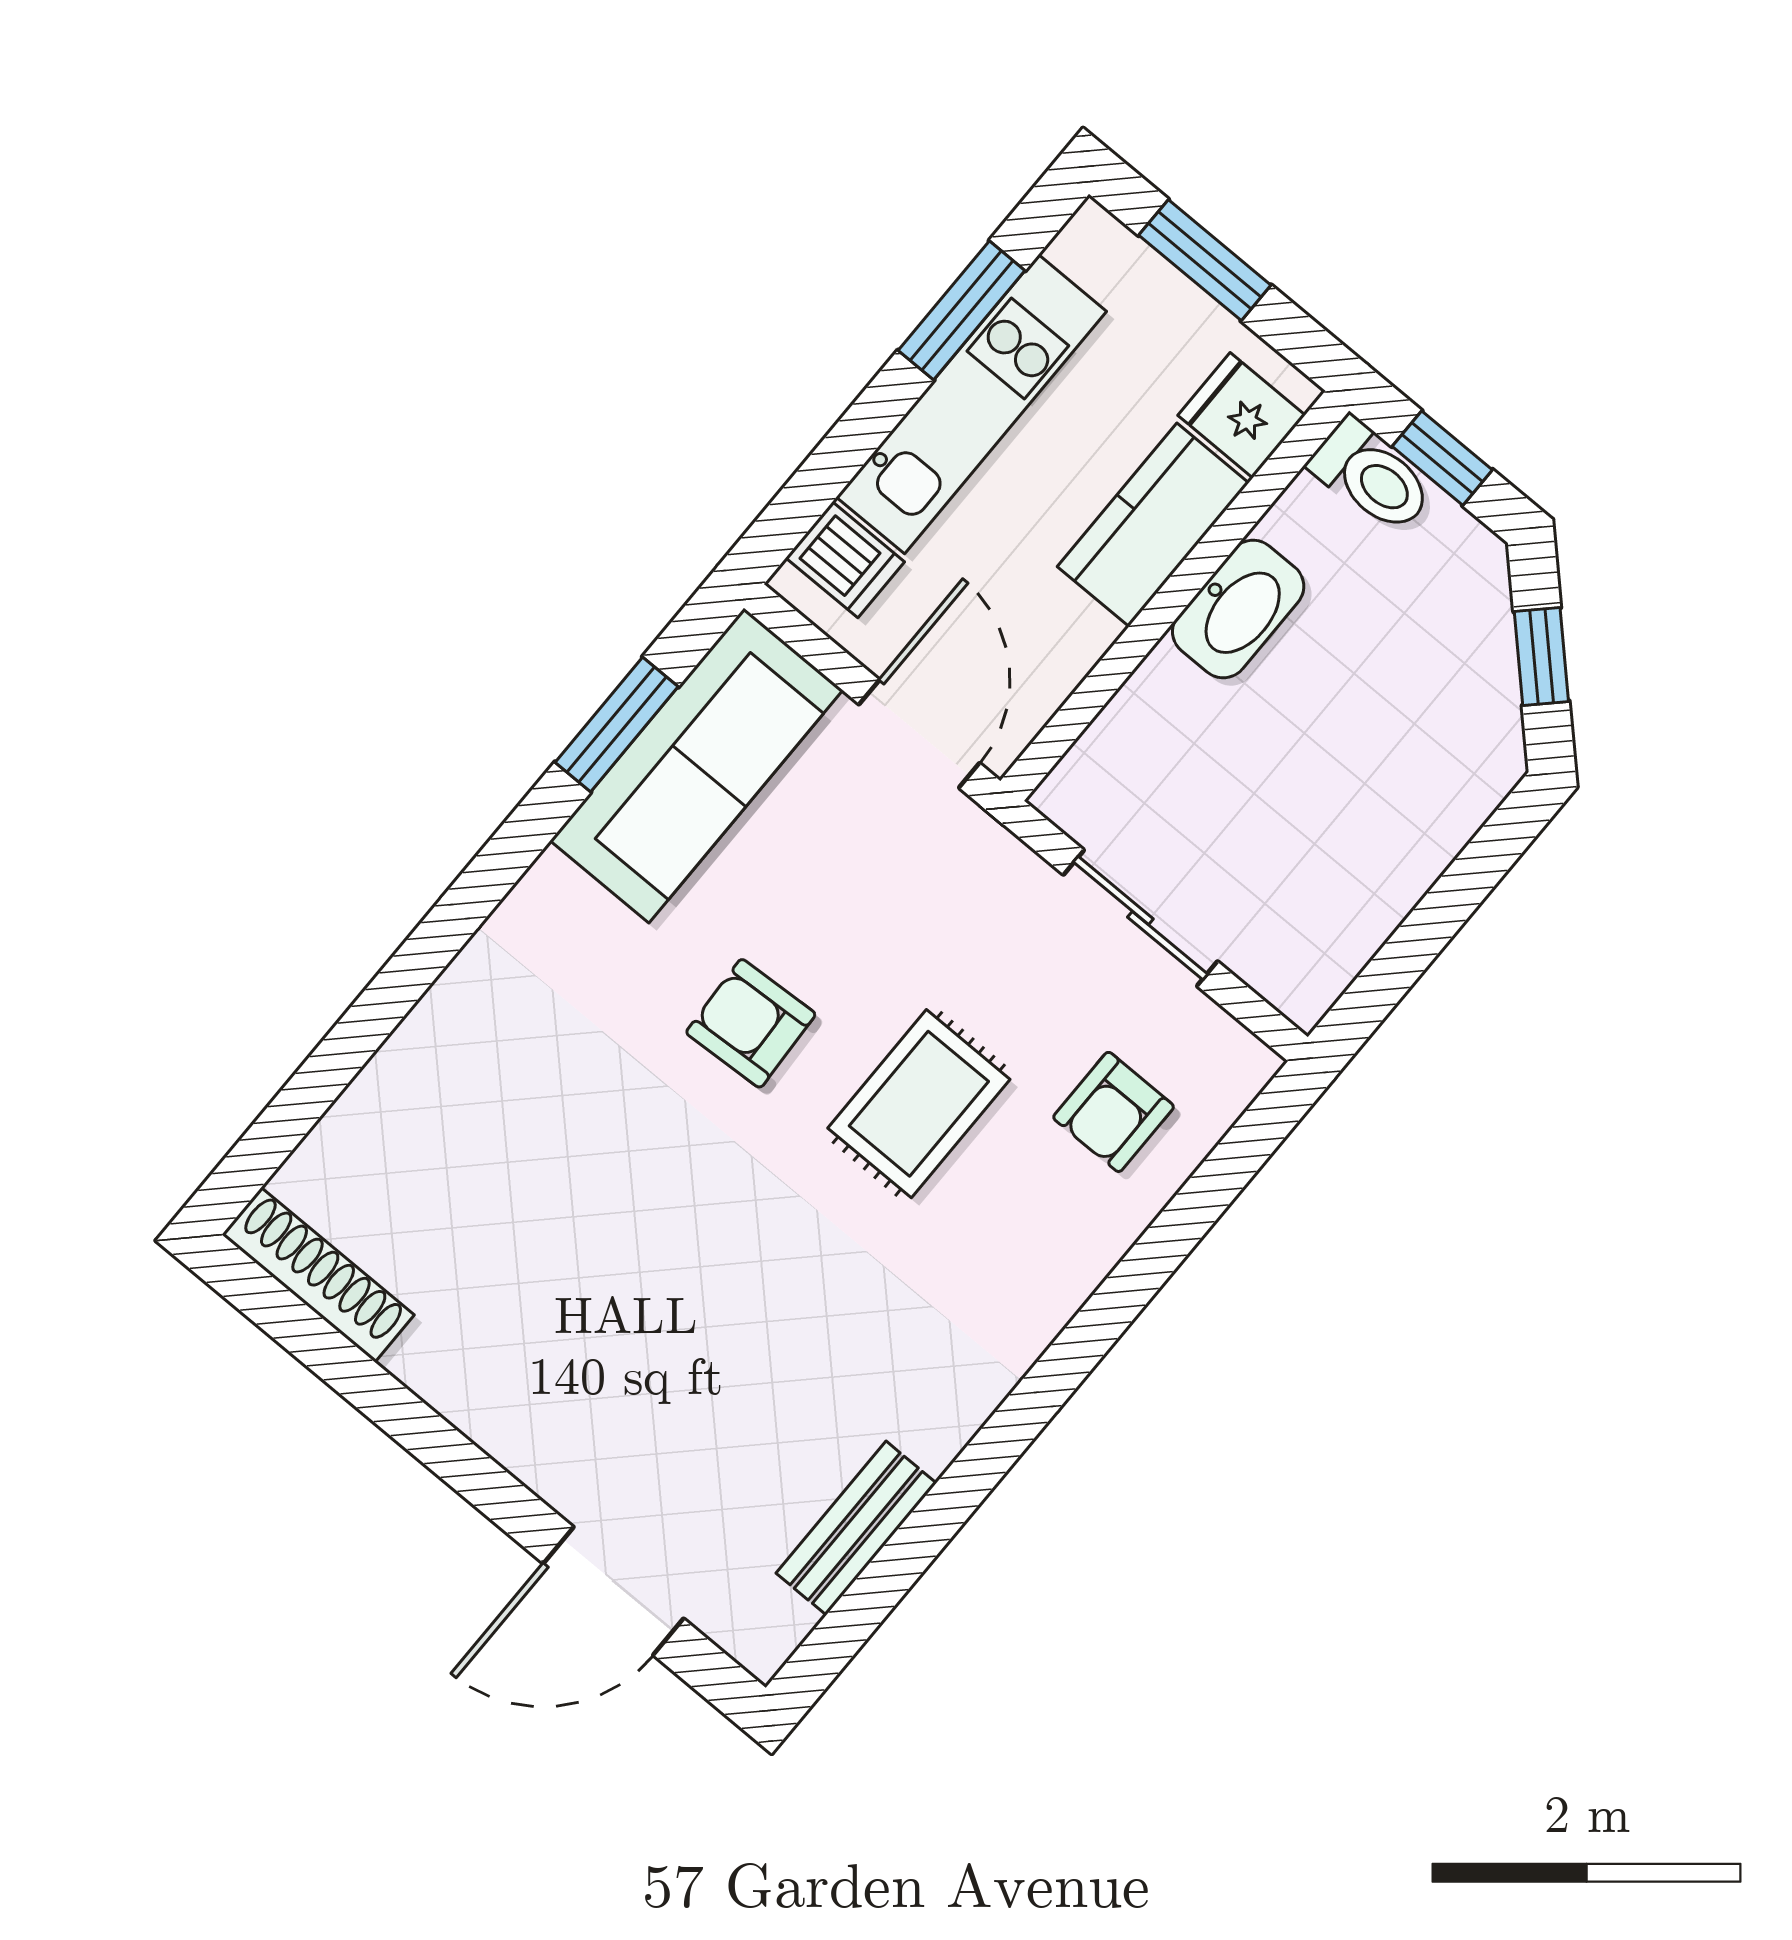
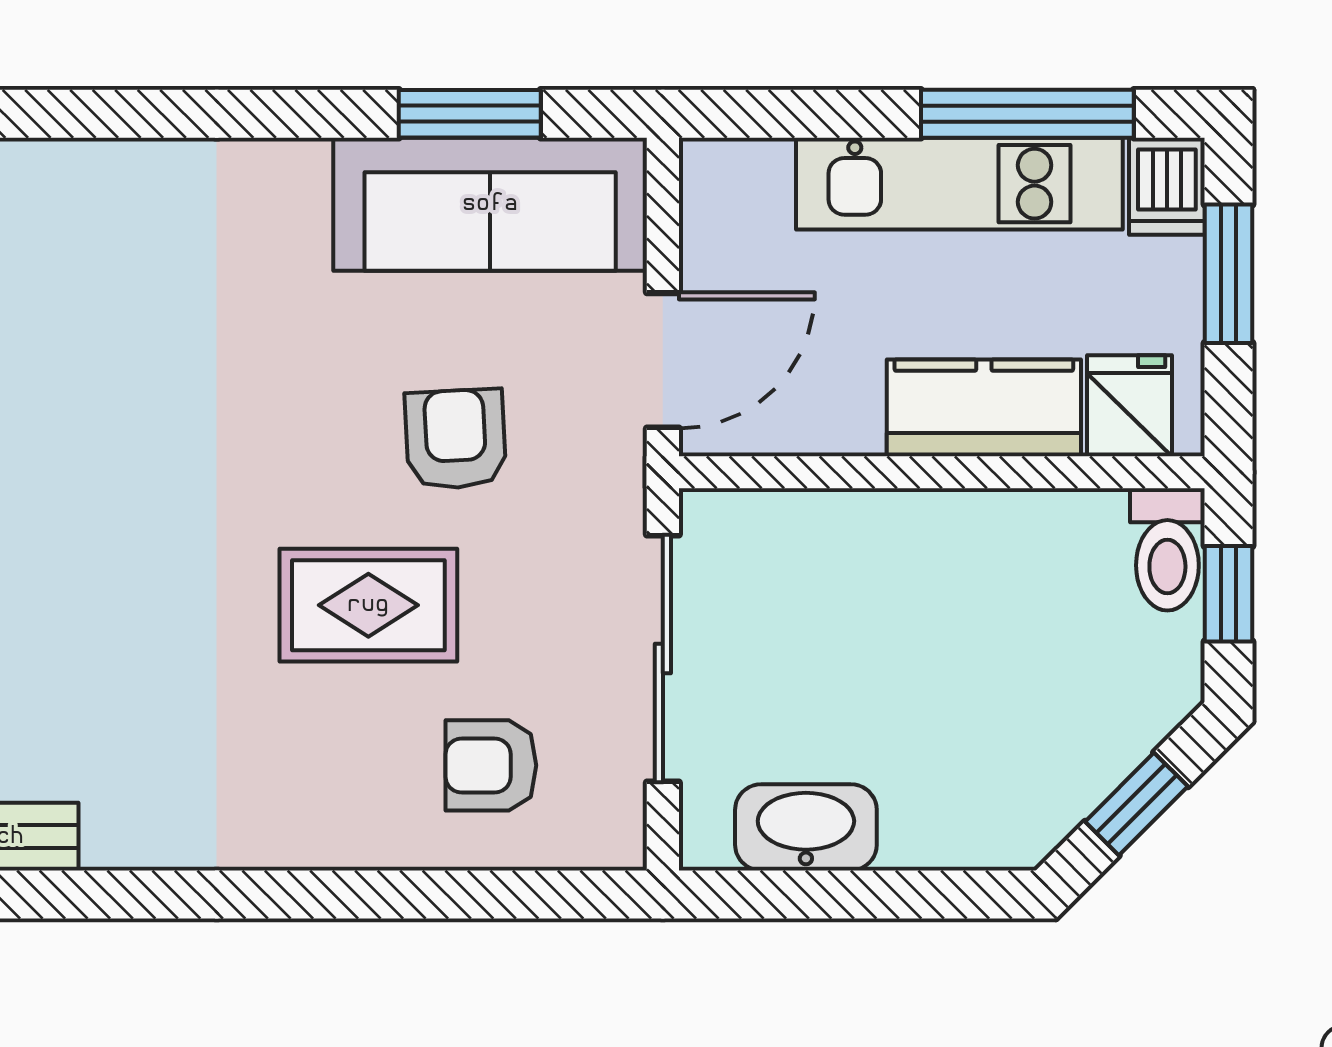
window: (962, 310) -> (1027, 114), width x1.44
dishwasher: (845, 560) -> (1167, 186), moved
washbasin: (1238, 609) -> (806, 827), moved, turned 180
sliding door: (1140, 918) -> (663, 658), width x1.37
armchair: (751, 1023) -> (455, 439), moved

